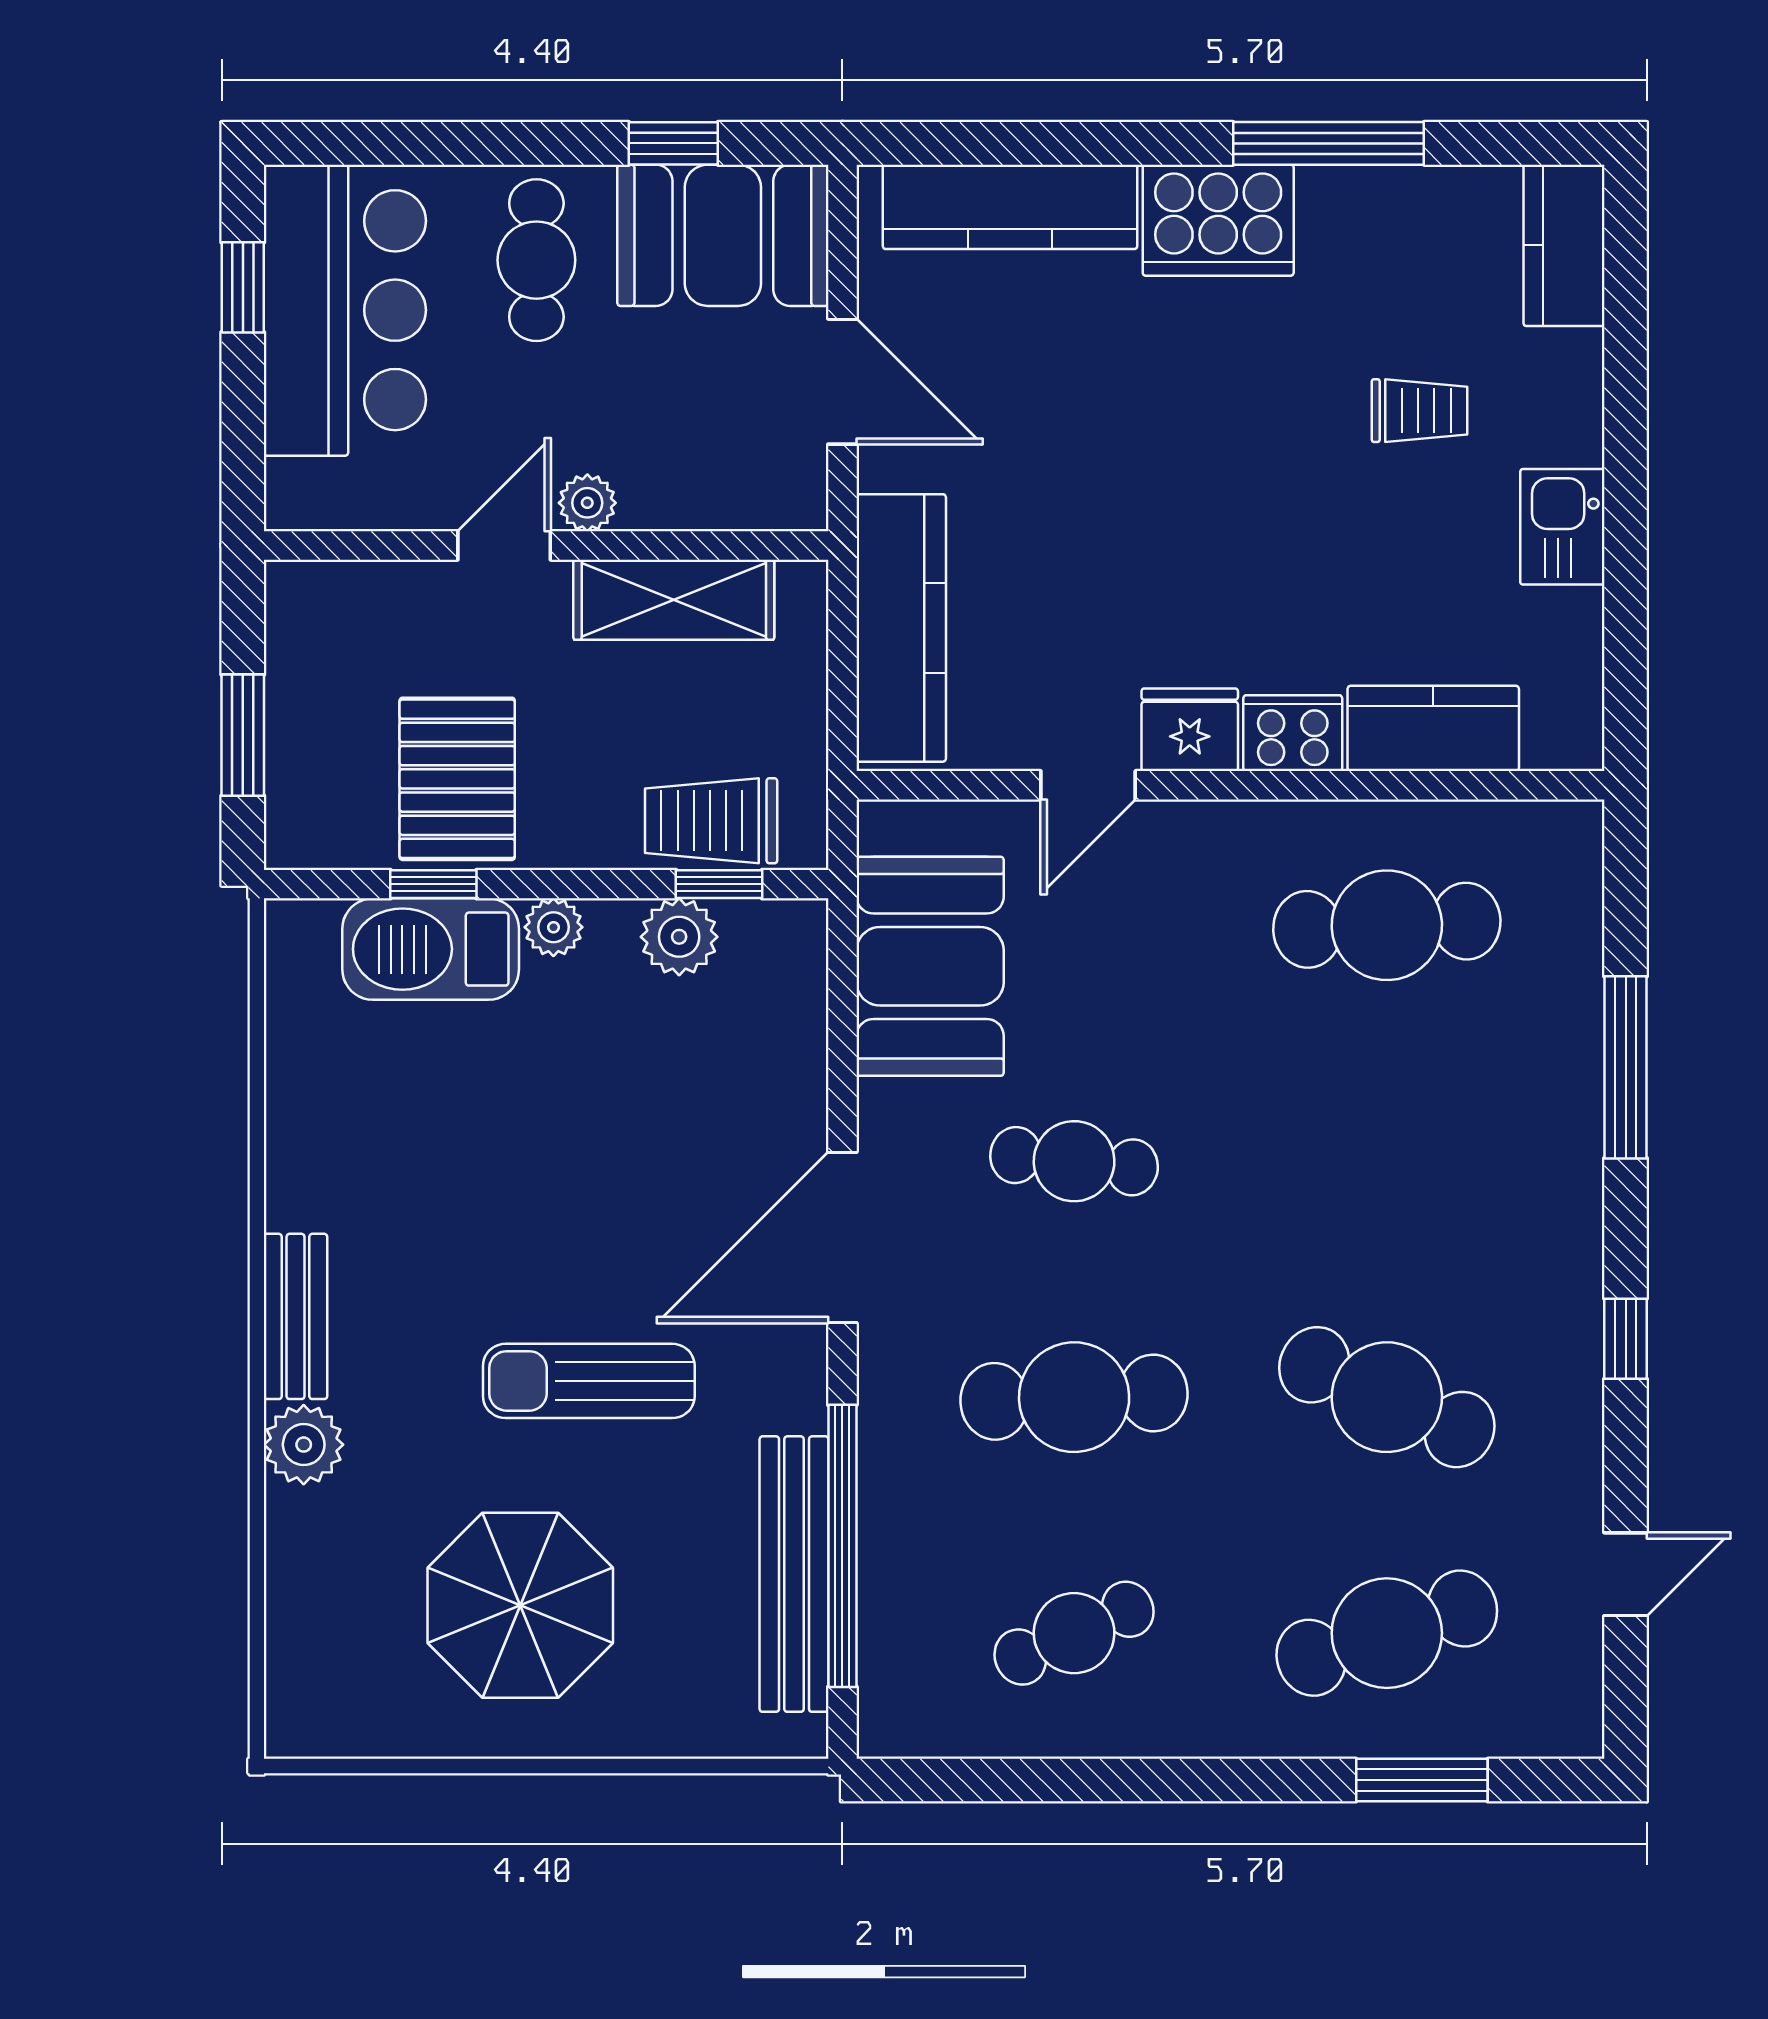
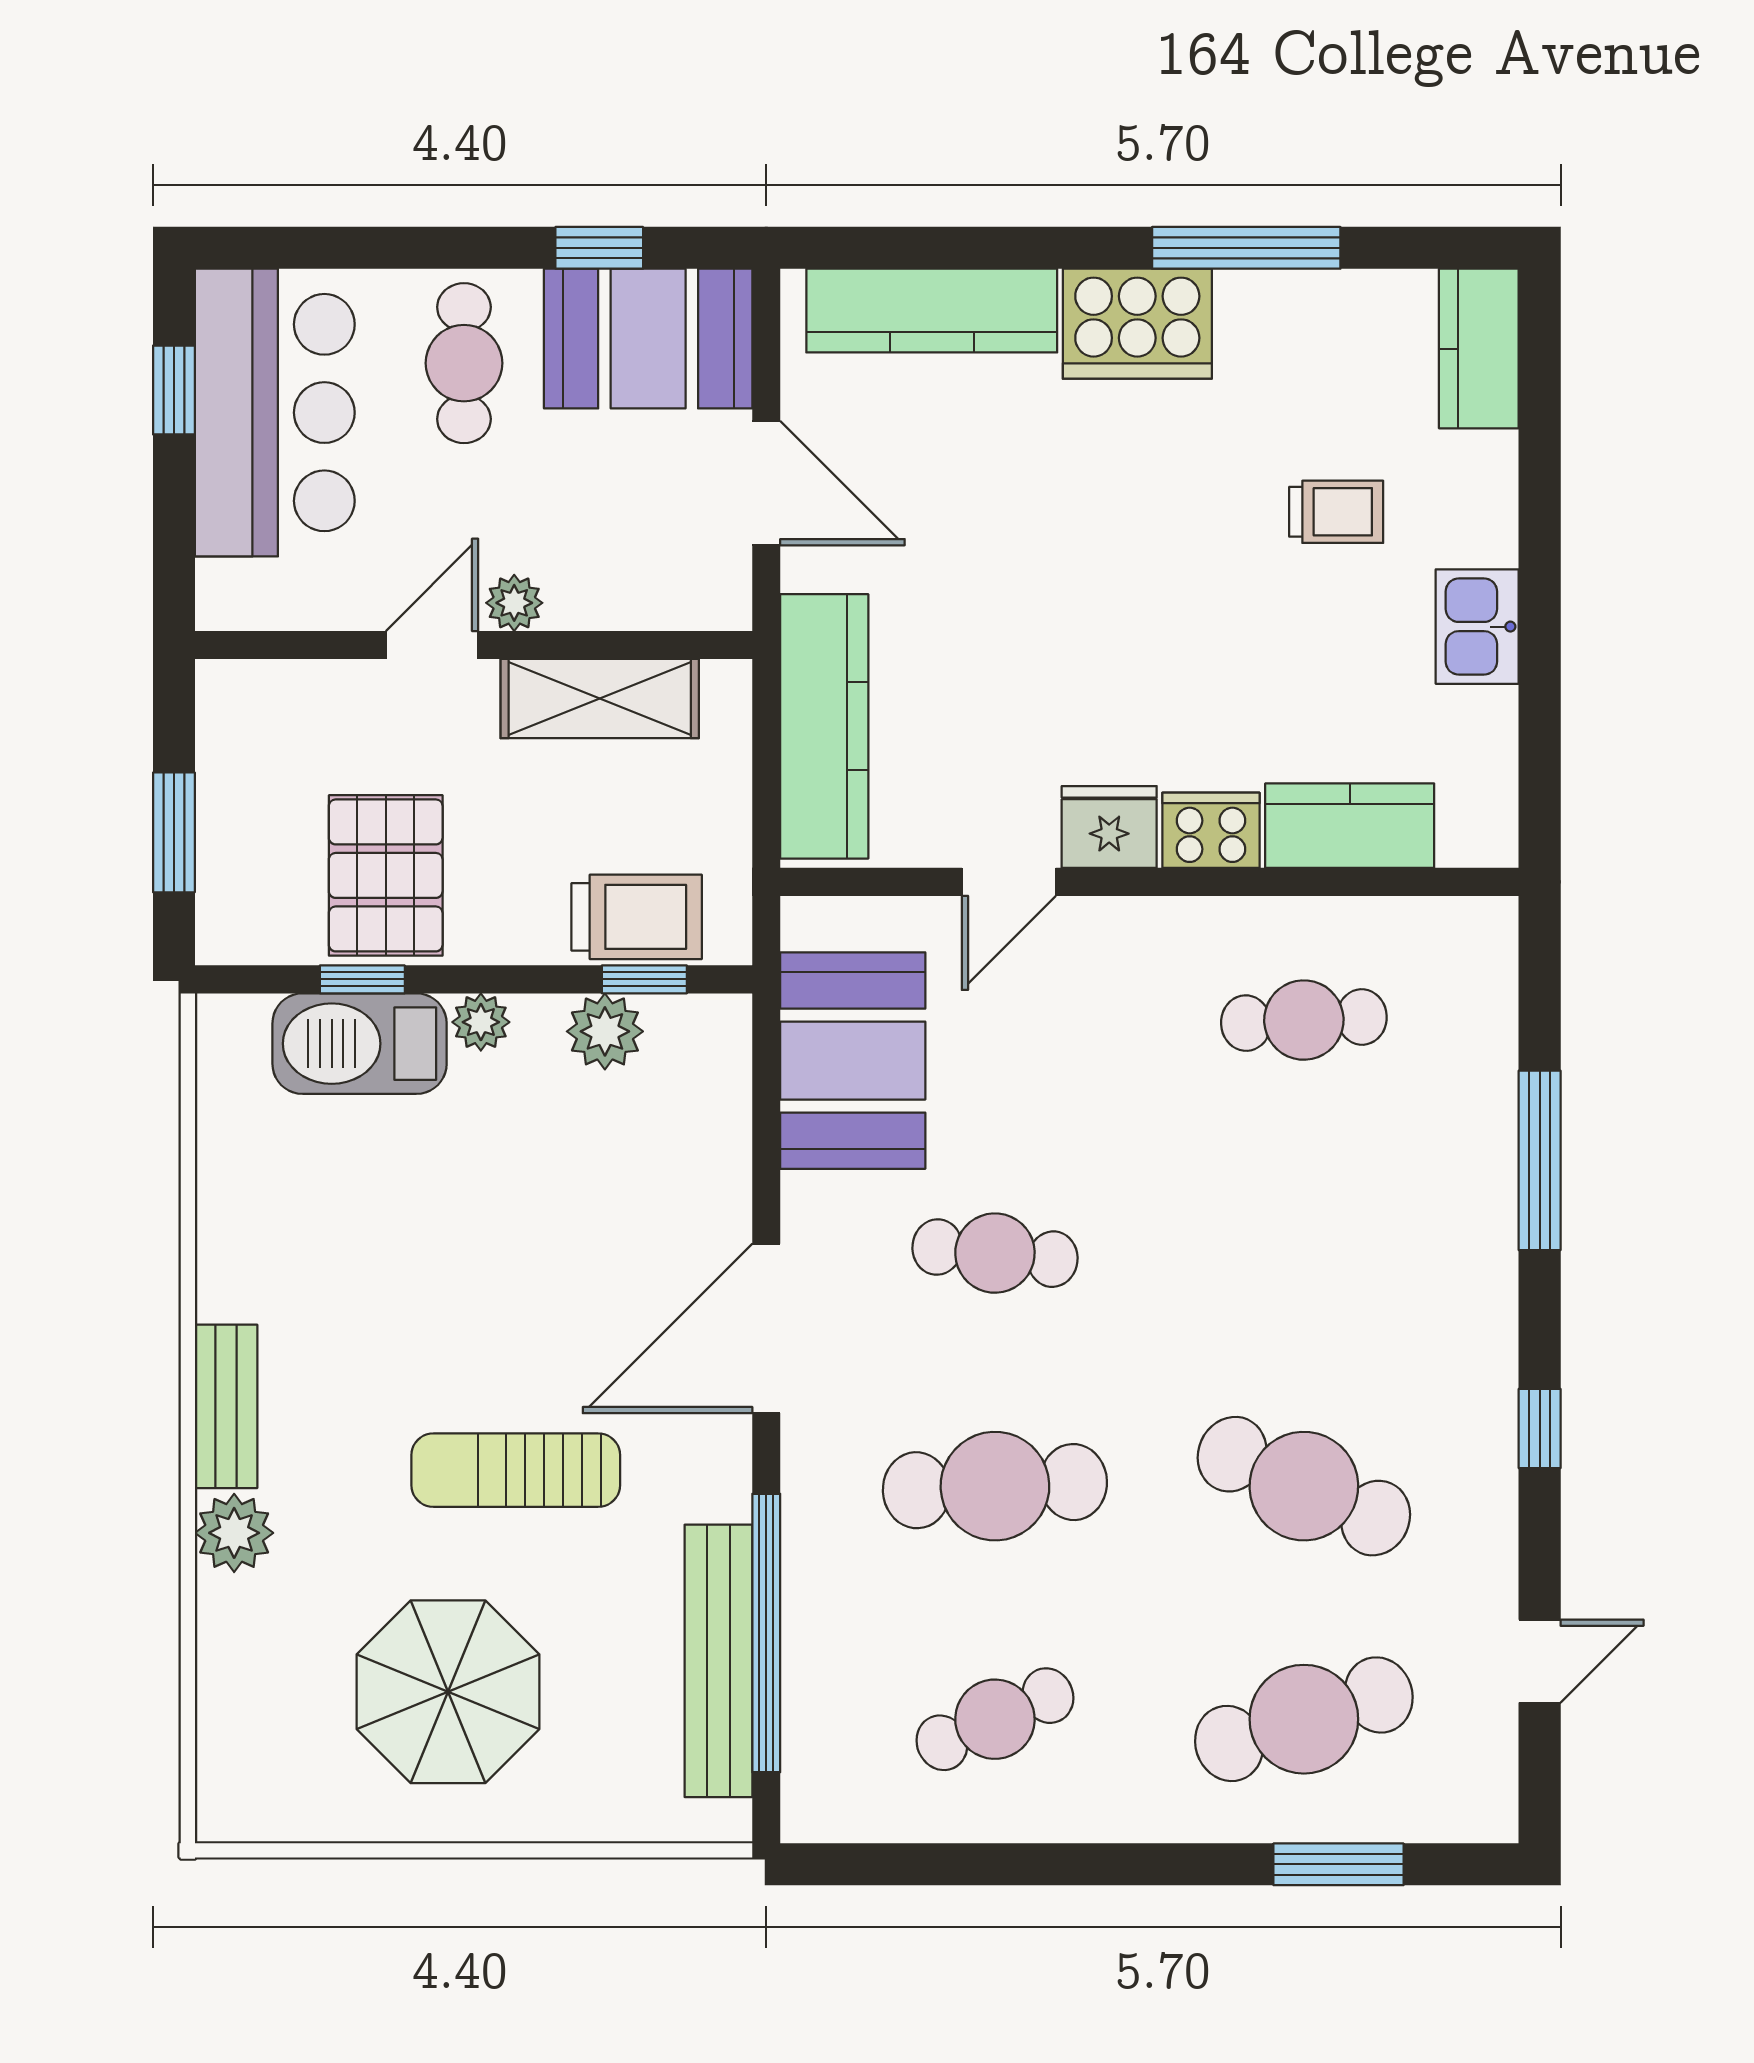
trolley: (711, 821) -> (637, 917), turned 180
cafe table: (1387, 925) -> (1304, 1020), width x0.73, depth x0.74

